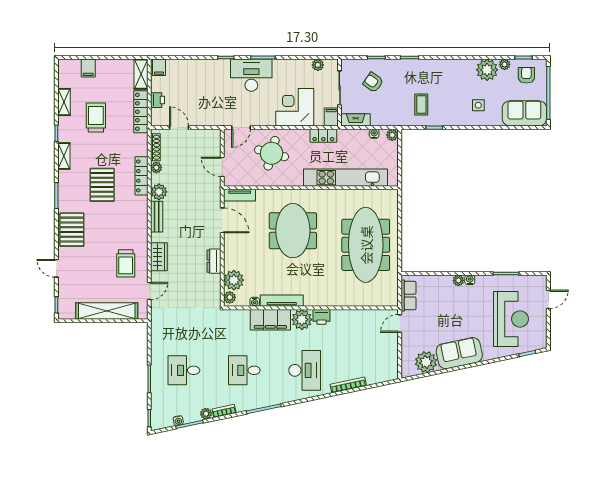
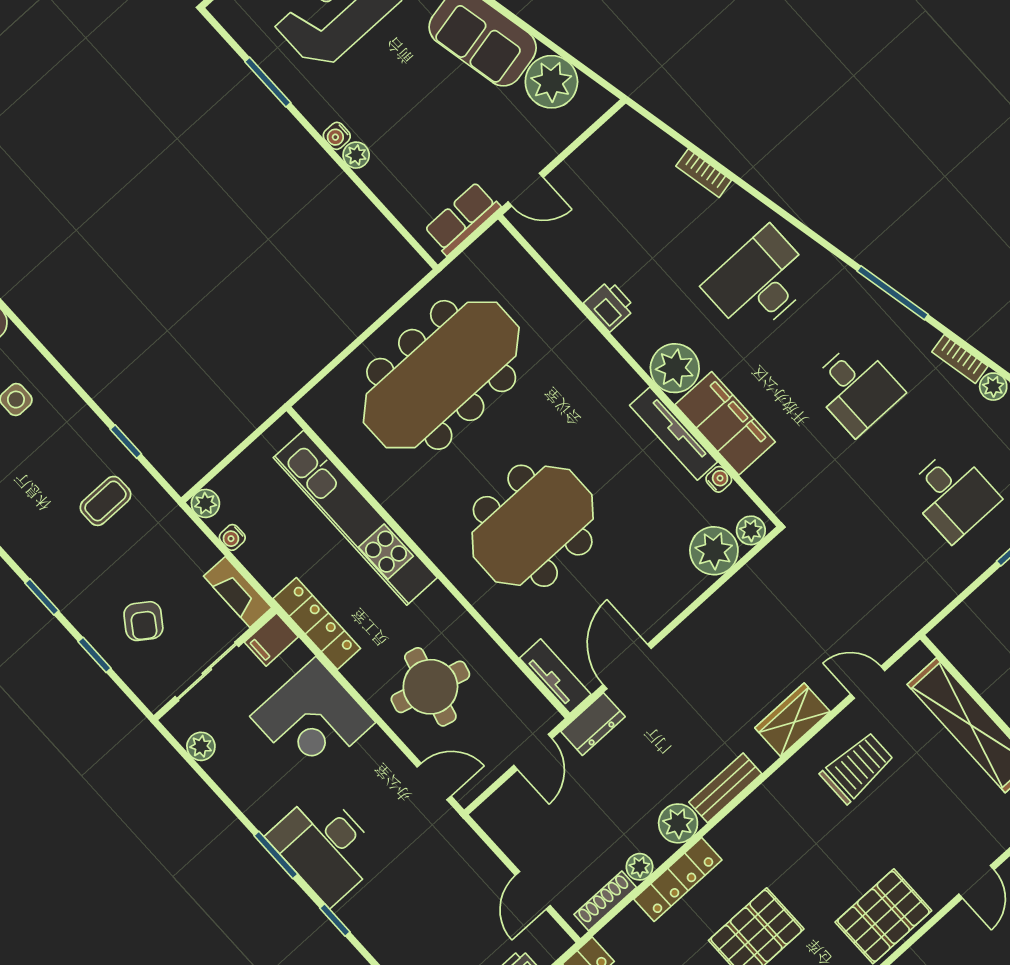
locker: (323, 136) -> (317, 624), width x1.53
dresser: (214, 261) -> (593, 724), moved
printer: (321, 317) -> (610, 306), moved
bookcase: (348, 385) -> (704, 173), width x0.64

